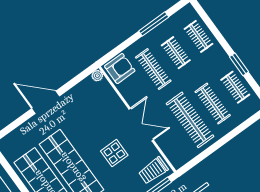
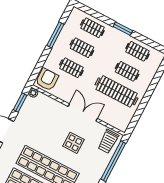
window: (239, 64) -> (123, 29), moved
clothes rail: (153, 69) -> (71, 68), width x0.73
window: (77, 79) -> (20, 102), added
clothes rail: (213, 104) -> (127, 71), width x0.73

